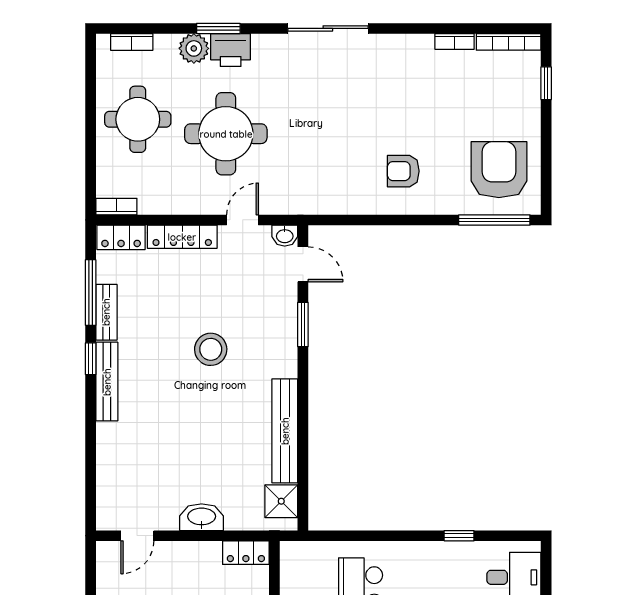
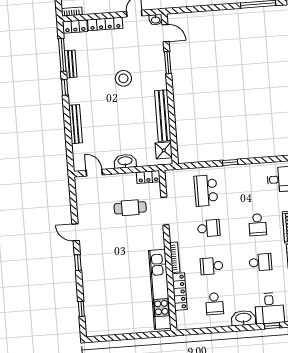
bench: (107, 382) -> (75, 124), moved
door: (137, 536) -> (94, 173), swing flipped
window: (459, 536) -> (230, 162), moved

